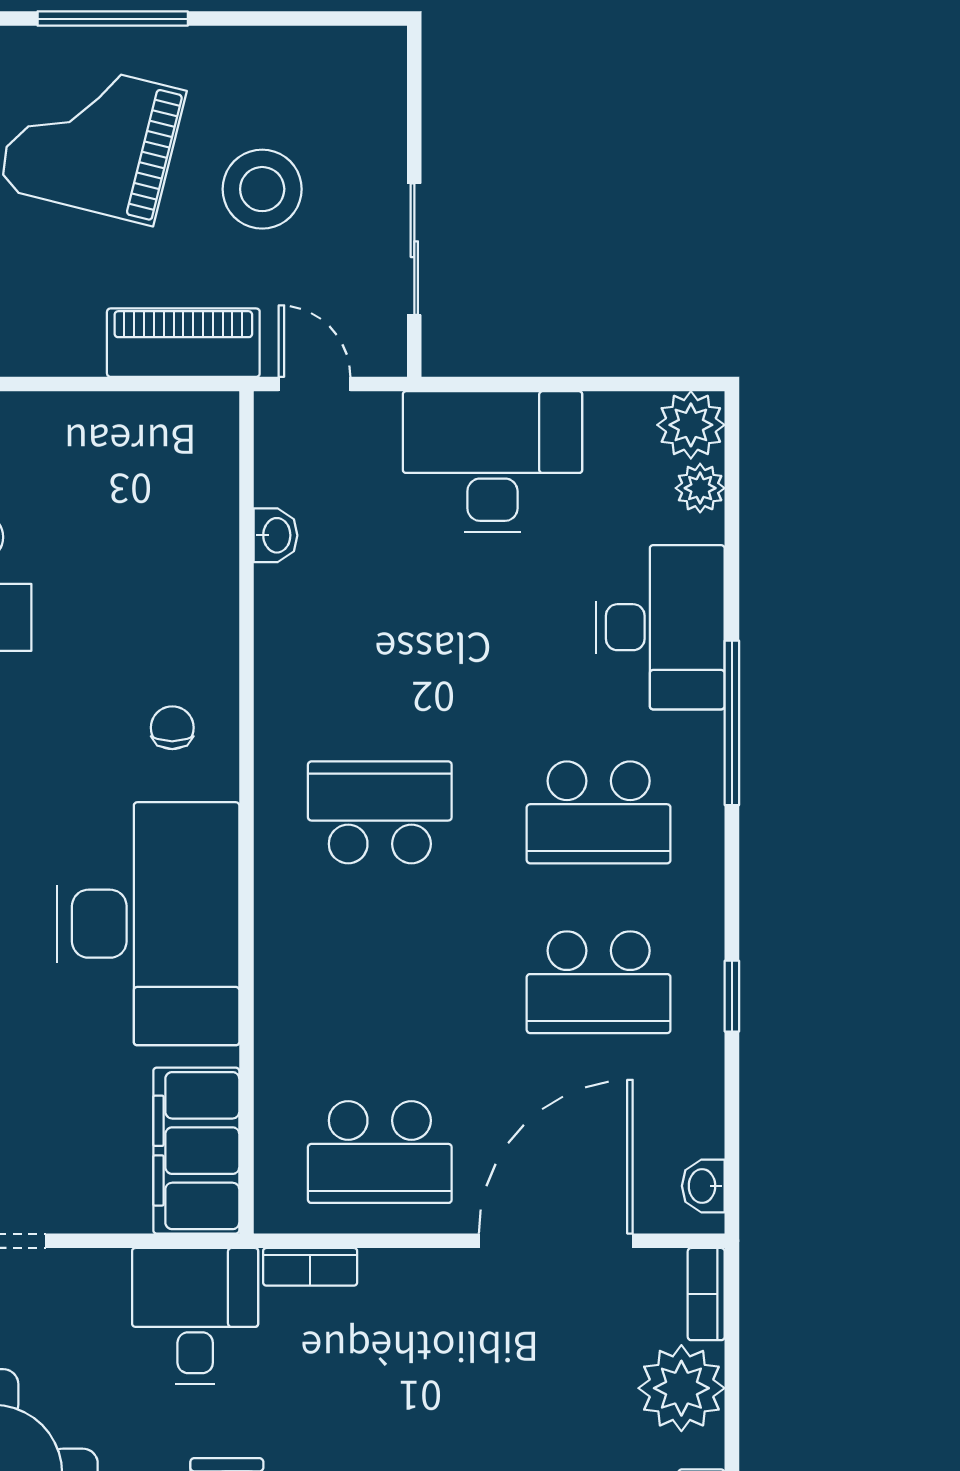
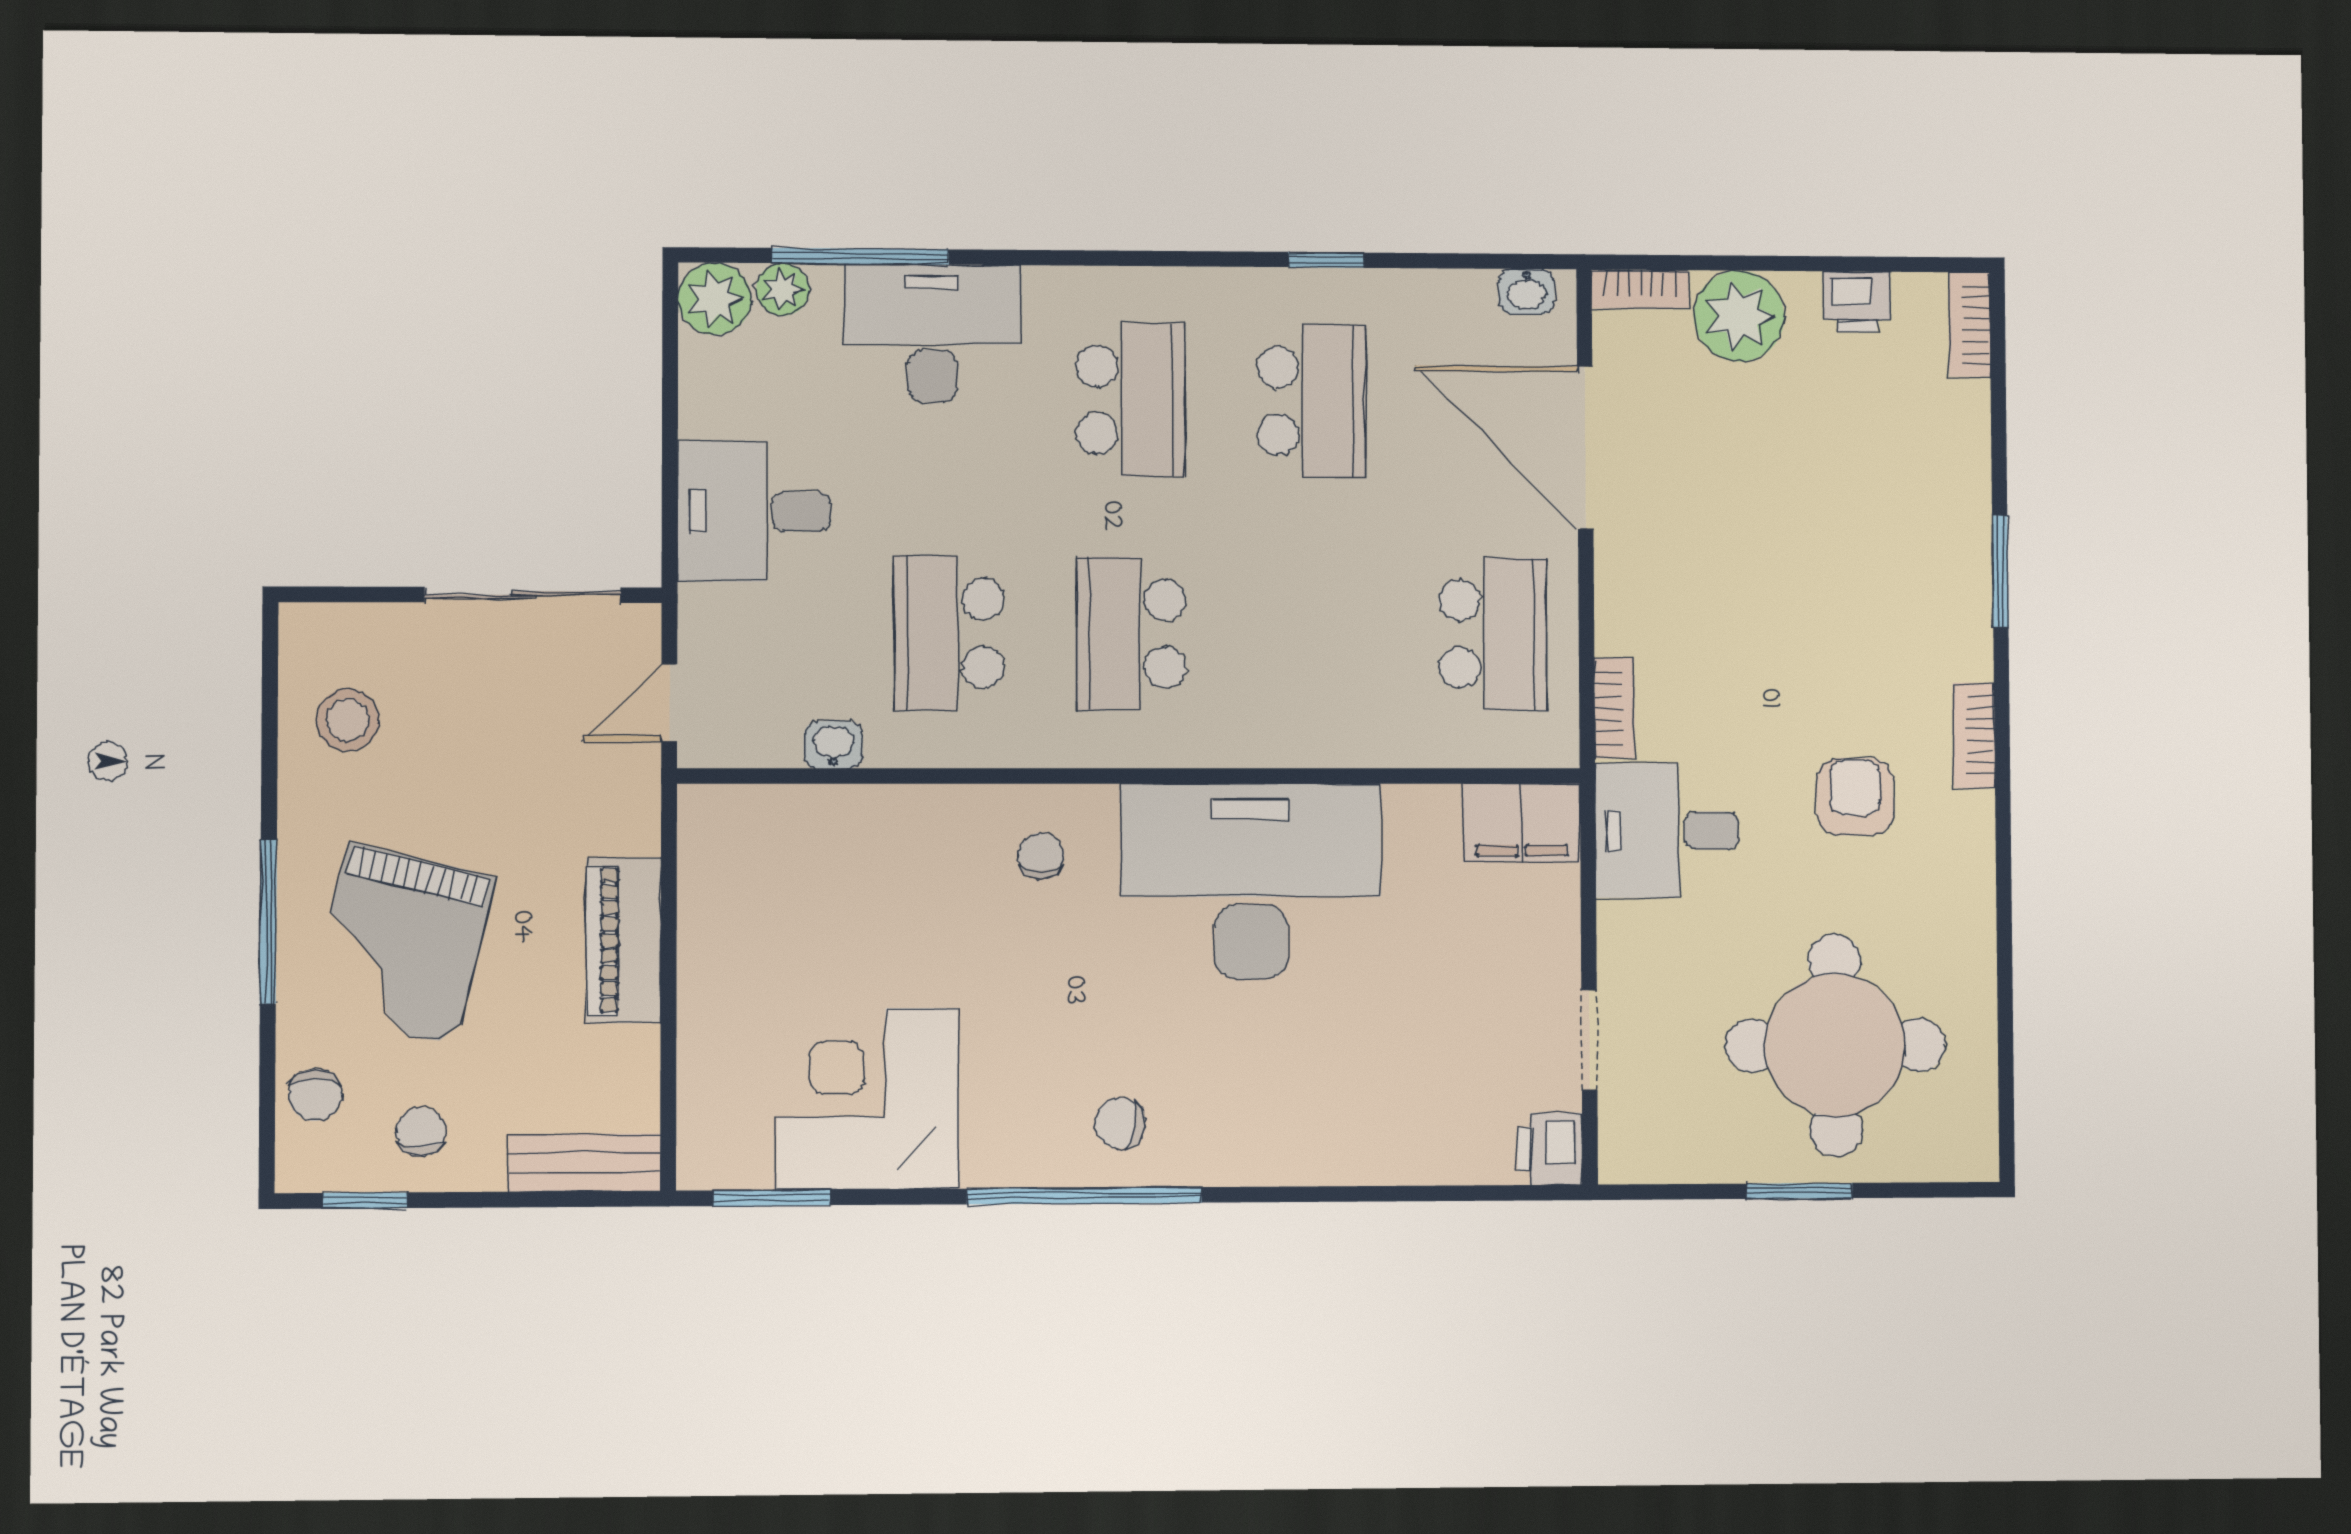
stool: (262, 189) -> (348, 720), moved, width x0.73, depth x0.73
sliding door: (414, 249) -> (523, 595), width x1.37
piano: (183, 343) -> (624, 940), moved
desk: (492, 462) -> (754, 512), width x0.73
school desk: (380, 643) -> (949, 633), added
window: (732, 723) -> (860, 256), moved
chair: (172, 728) -> (1041, 856), turned 90
filing cabinet: (196, 1151) -> (1522, 823), width x0.67, depth x0.86

